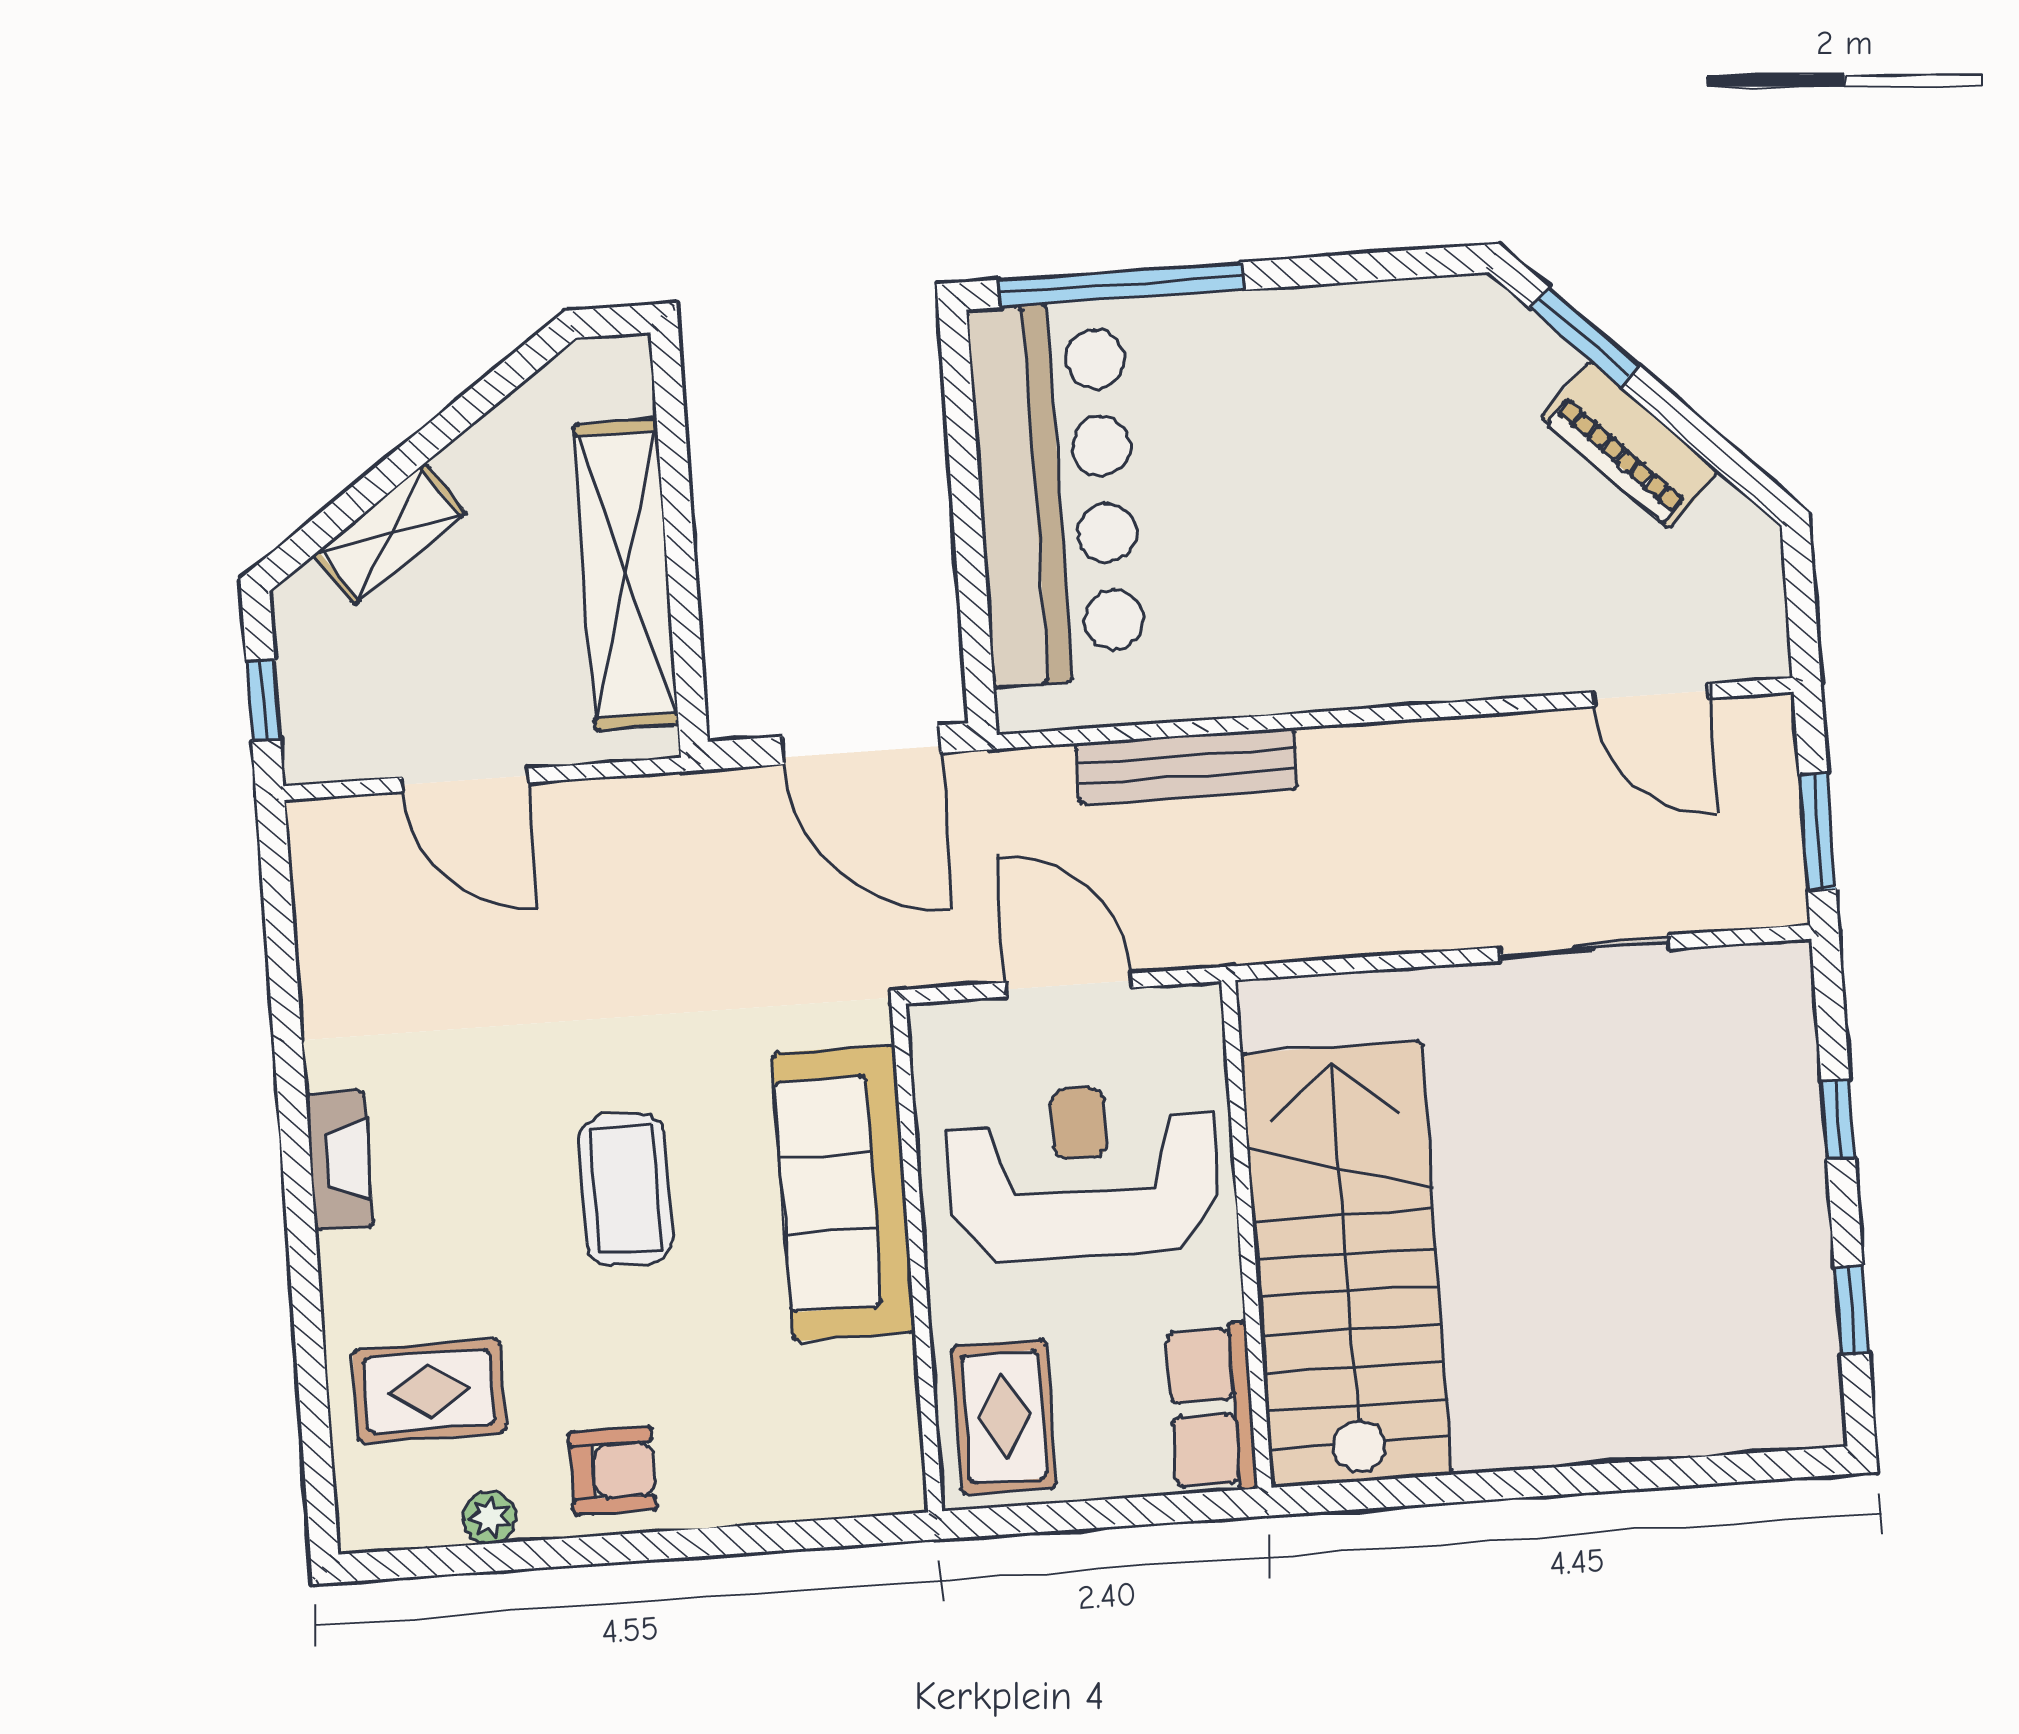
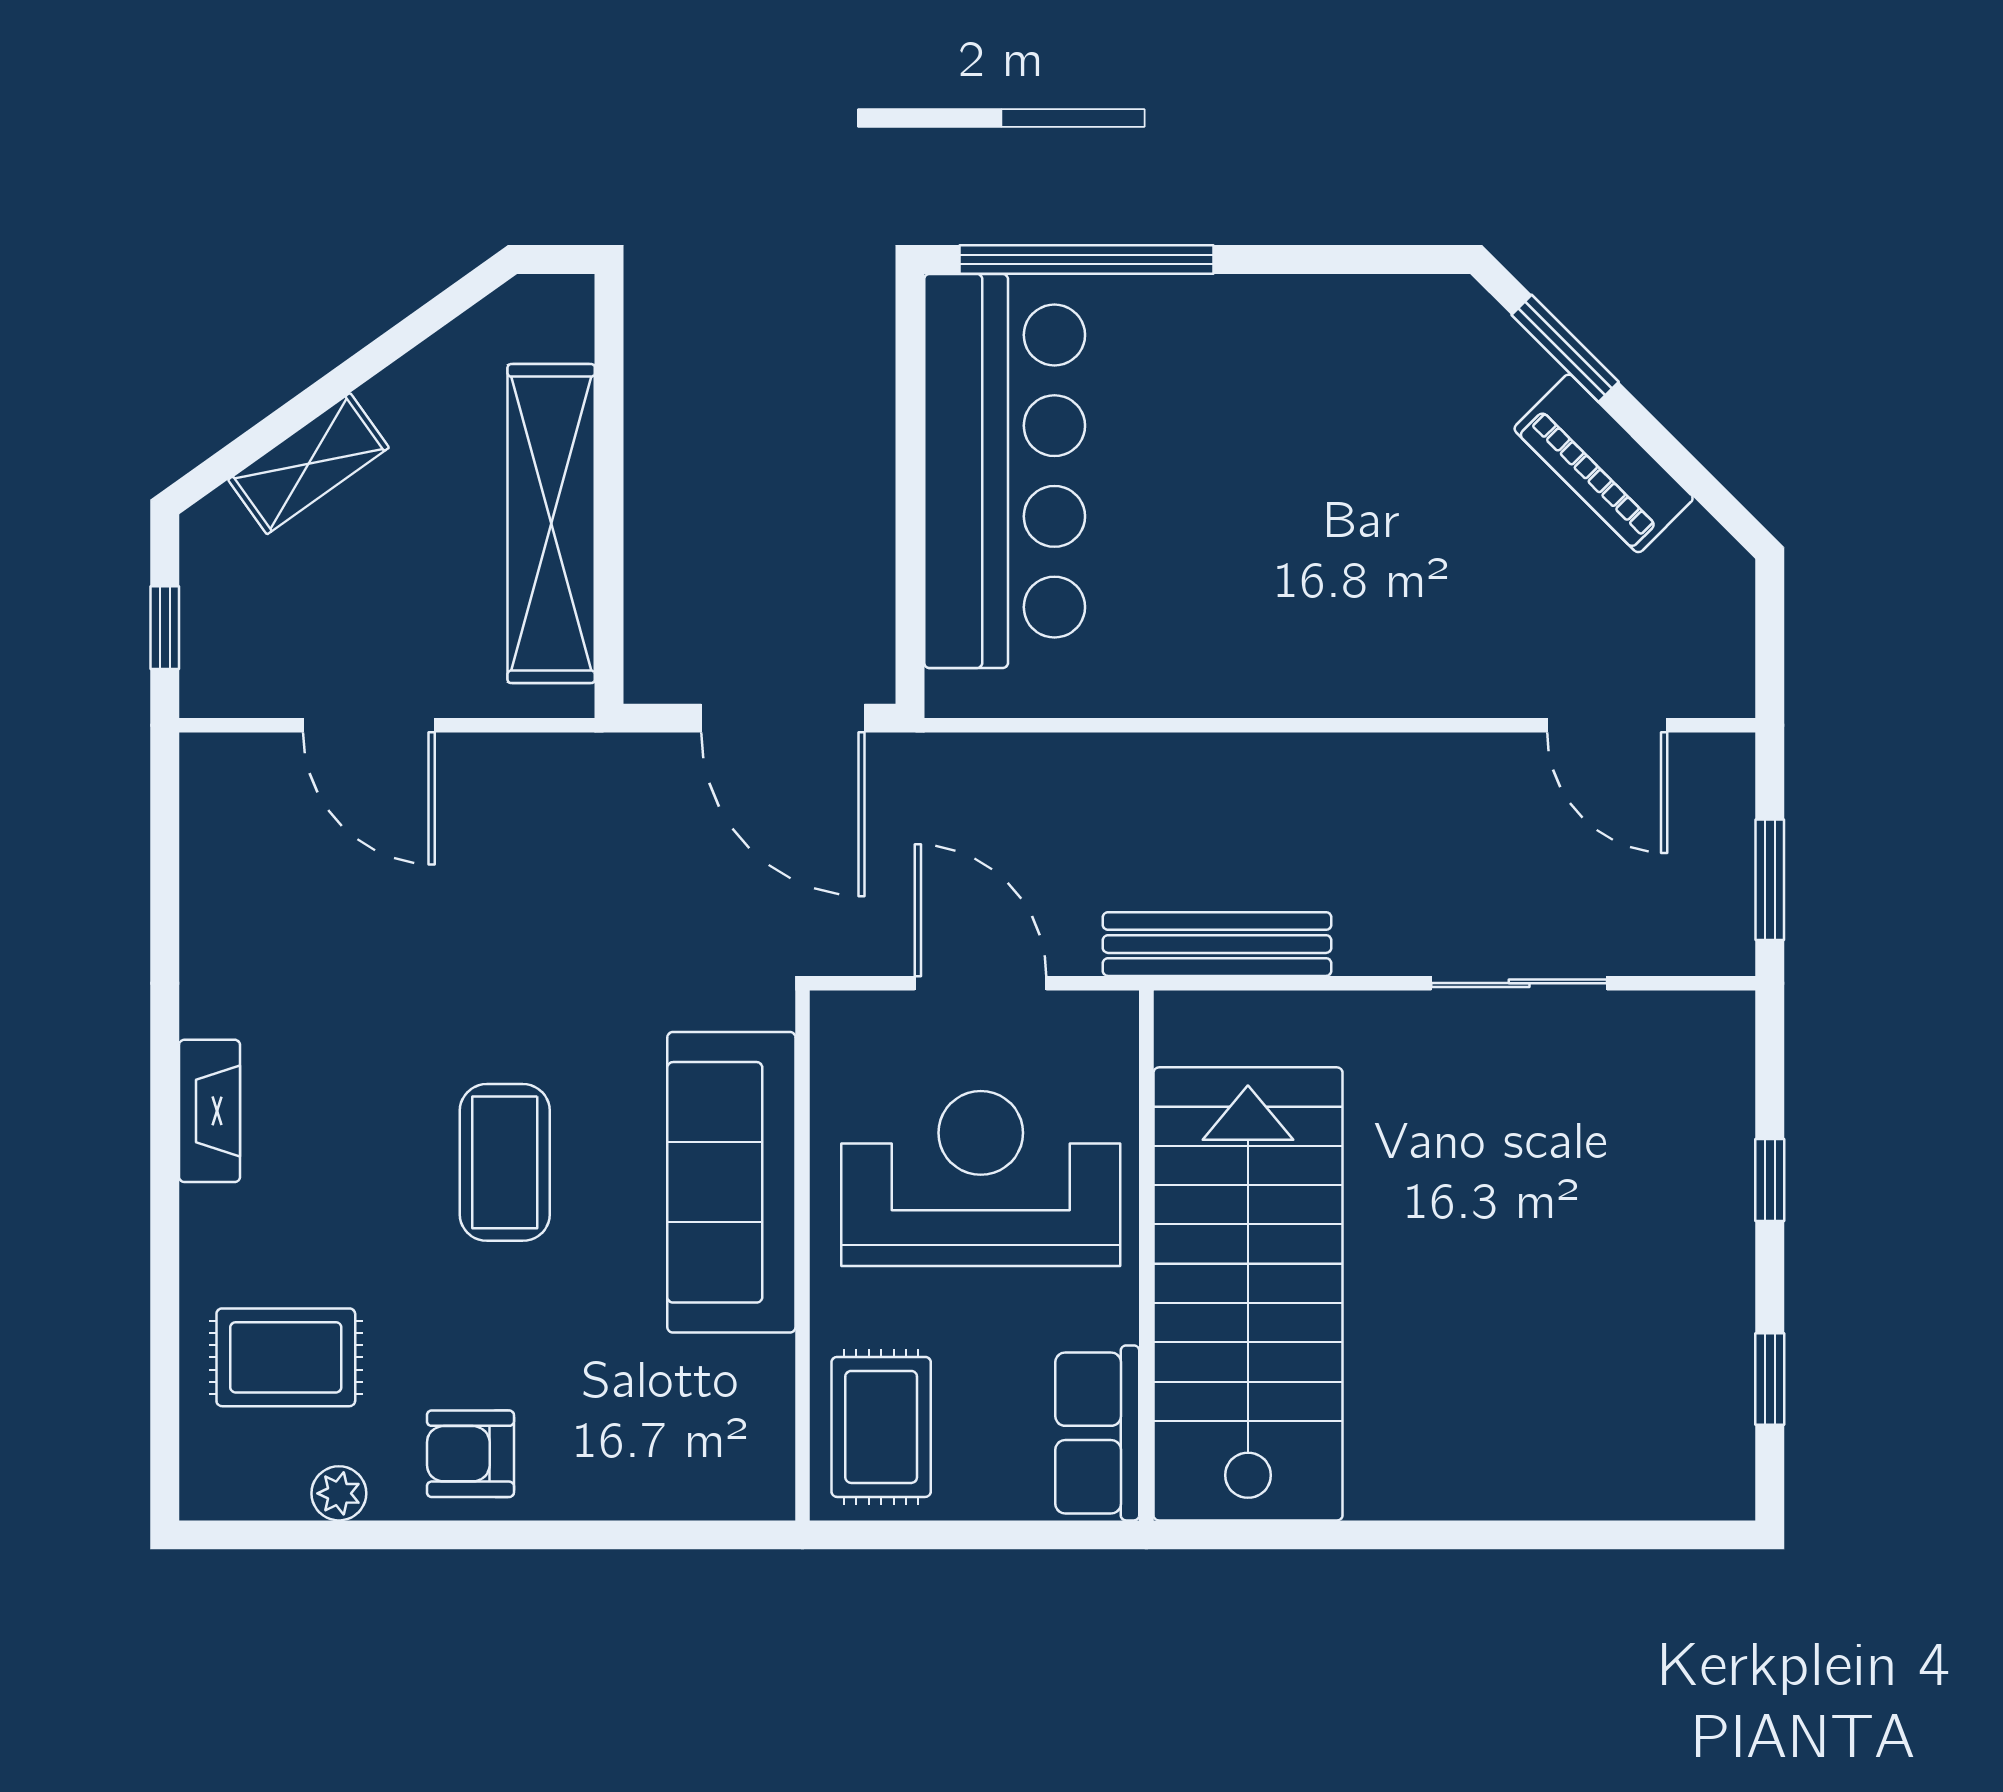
bench: (1186, 766) -> (1217, 944), moved
armchair: (613, 1471) -> (470, 1454), turned 180

